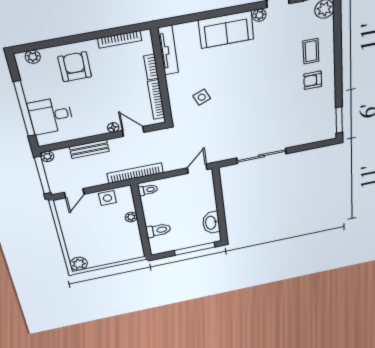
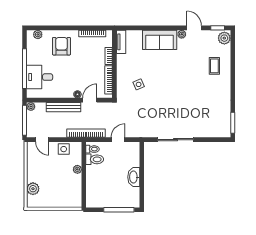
tv unit: (168, 50) -> (121, 42), width x0.71
armchair: (313, 80) -> (215, 88), removed
door: (133, 131) -> (90, 100), hinge flipped
bench: (89, 149) -> (64, 107), width x1.36
door: (197, 169) -> (118, 140), moved
door: (74, 193) -> (42, 140), hinge flipped
washbasin: (211, 223) -> (134, 177), moved
toilet: (158, 230) -> (95, 159), moved
plant: (79, 264) -> (33, 189), moved

